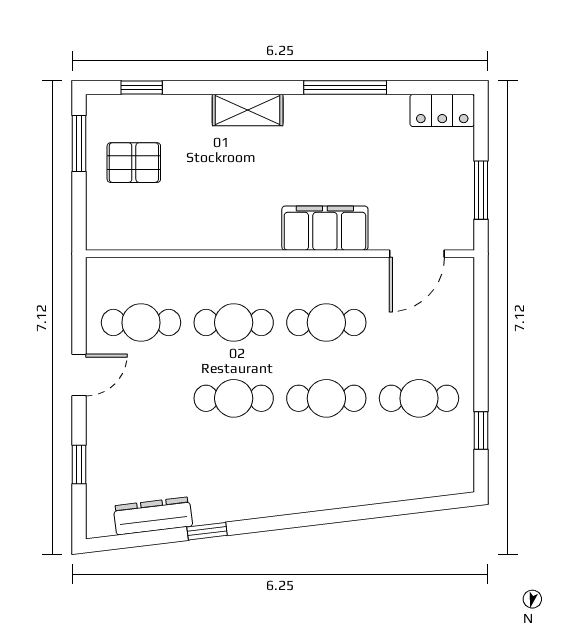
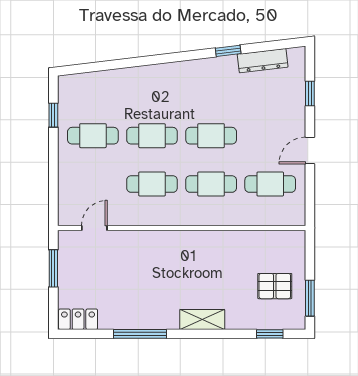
filing cabinet: (325, 228) -> (153, 244), removed
door: (417, 254) -> (94, 228), width x0.73

